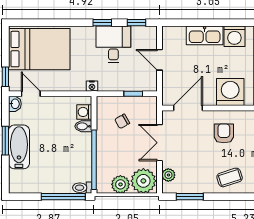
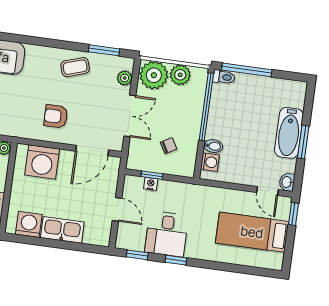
bed: (39, 49) -> (252, 232), width x0.67
nightstand: (92, 86) -> (151, 184), moved
armchair: (224, 133) -> (56, 116), turned 90
coffee table: (230, 177) -> (75, 67), moved

